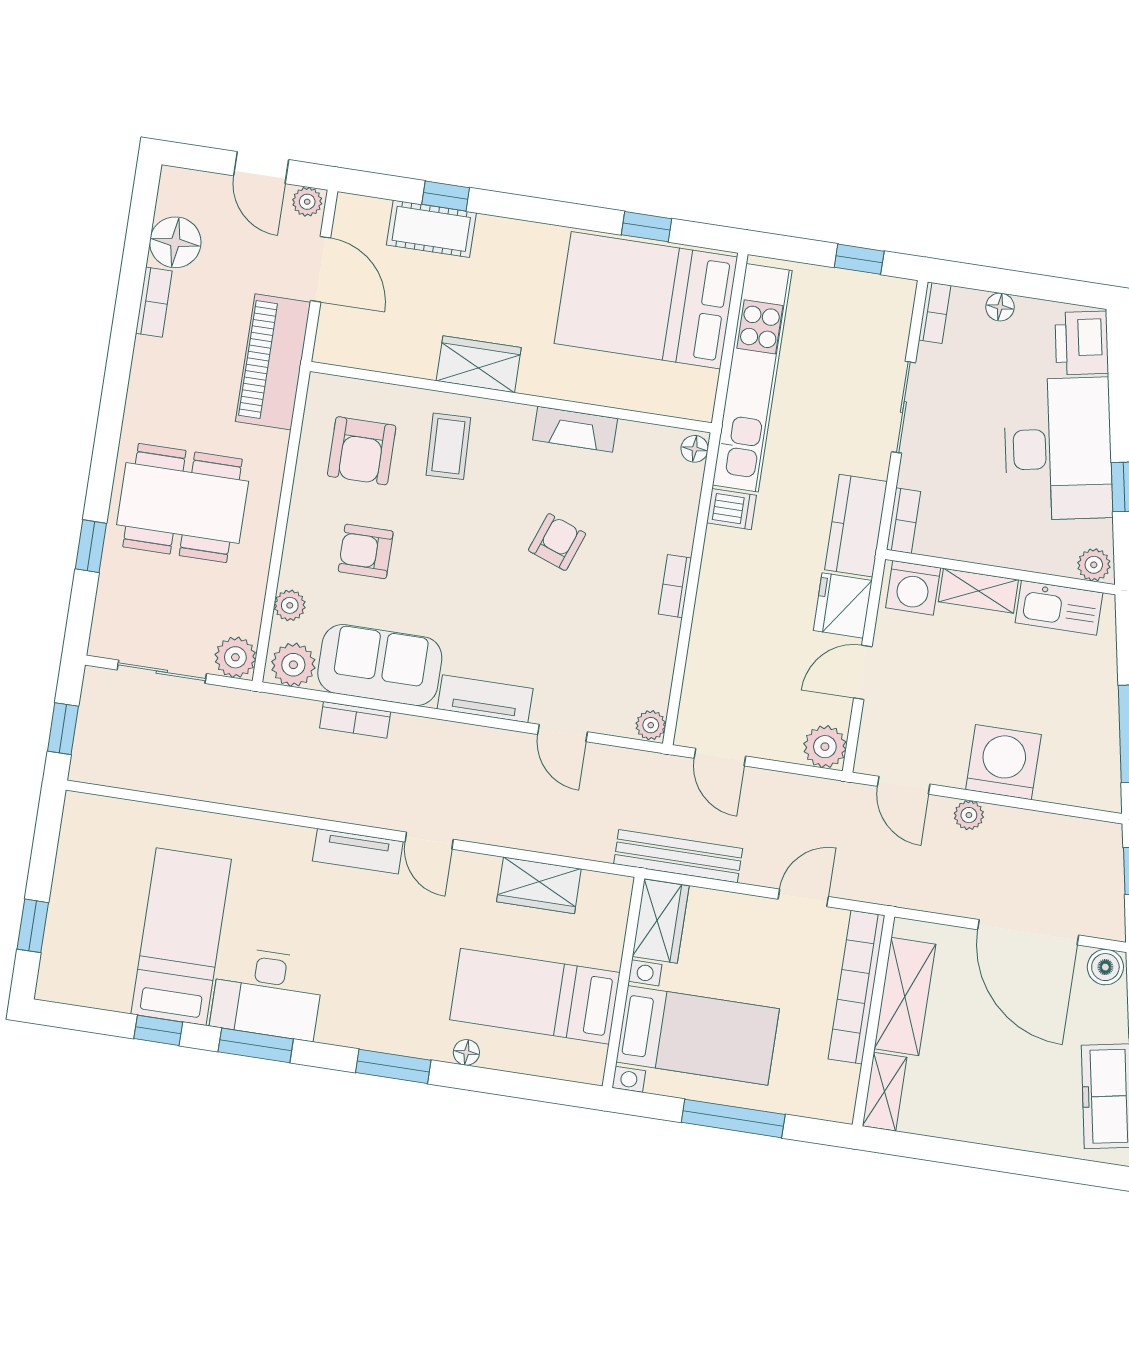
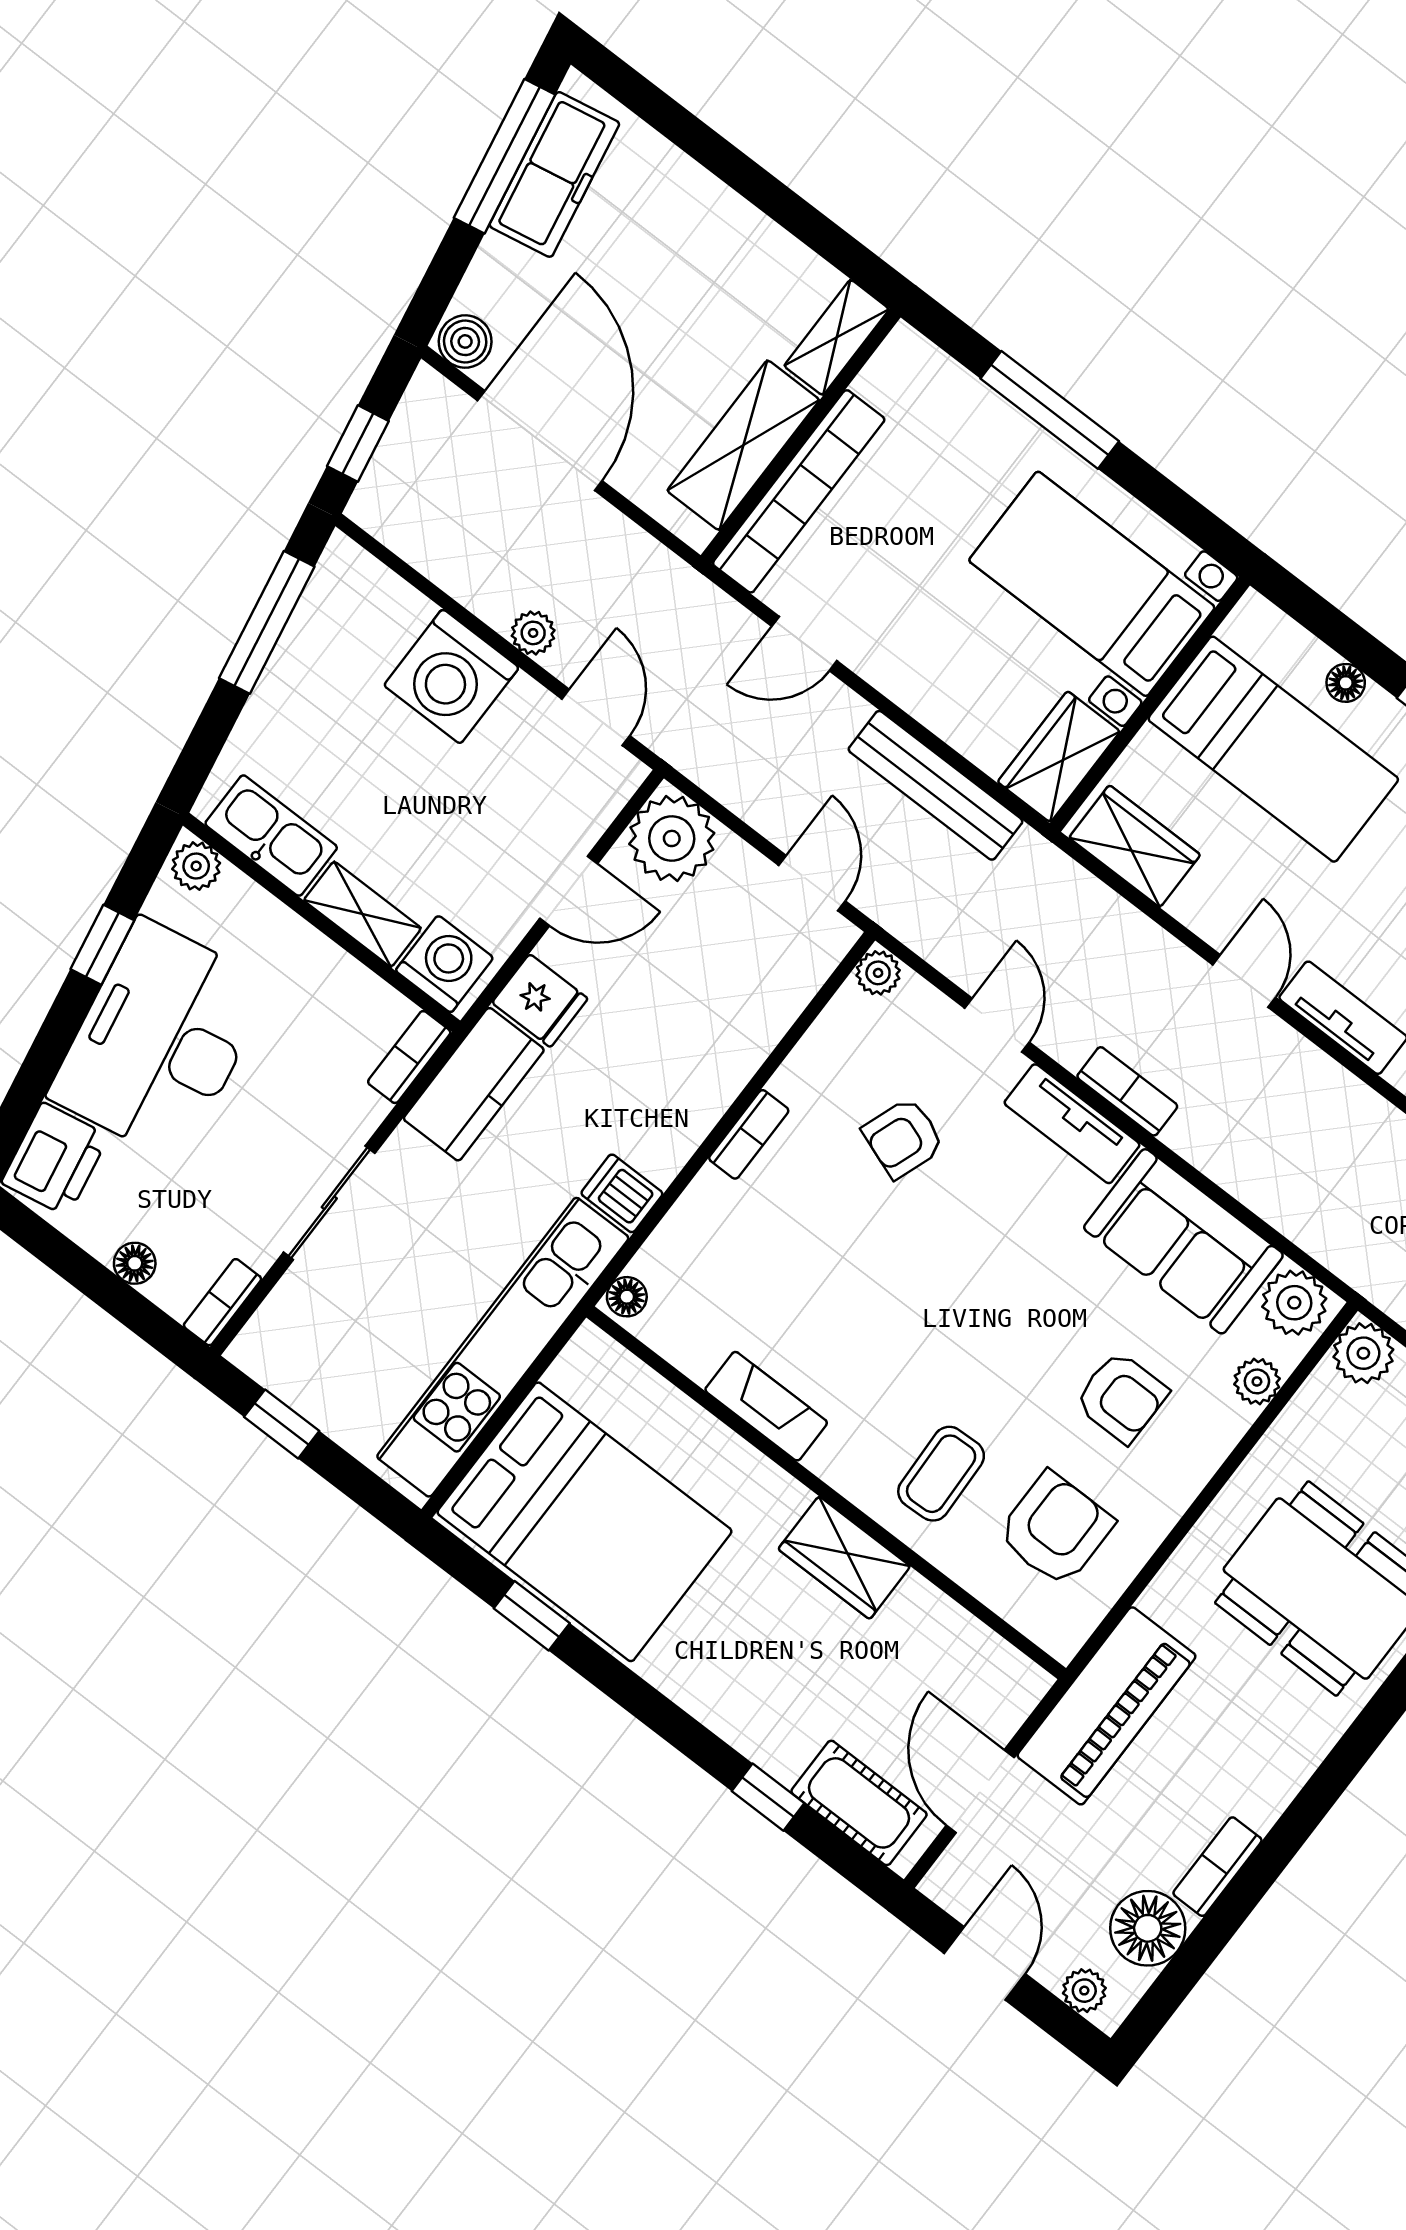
plant: (307, 202) -> (1084, 1991), moved
cot: (431, 229) -> (859, 1803), moved
armchair: (557, 542) -> (903, 1138), moved
fridge: (843, 605) -> (540, 1001), width x0.72
bookcase: (355, 720) -> (1127, 1091), moved
plant: (825, 747) -> (672, 838), width x1.36, depth x1.36
wardrobe: (661, 921) -> (1059, 757), moved
wall: (623, 982) -> (1150, 704), moved
bed: (535, 996) -> (1273, 749), moved
bed with nightstands: (698, 1035) -> (1092, 584), moved

